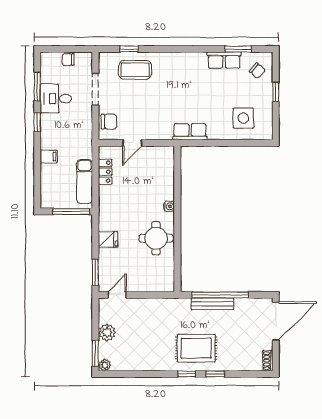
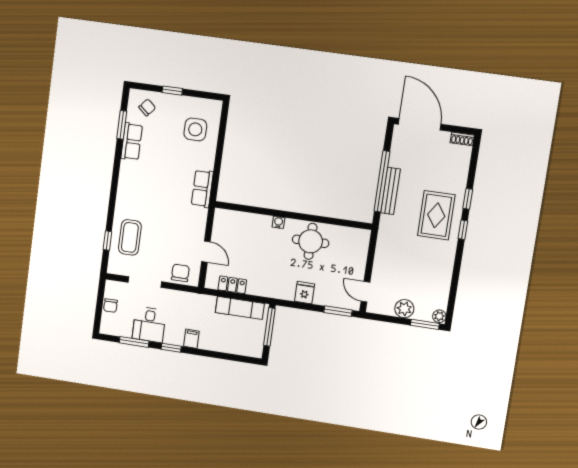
filing cabinet: (49, 156) -> (191, 339), moved

